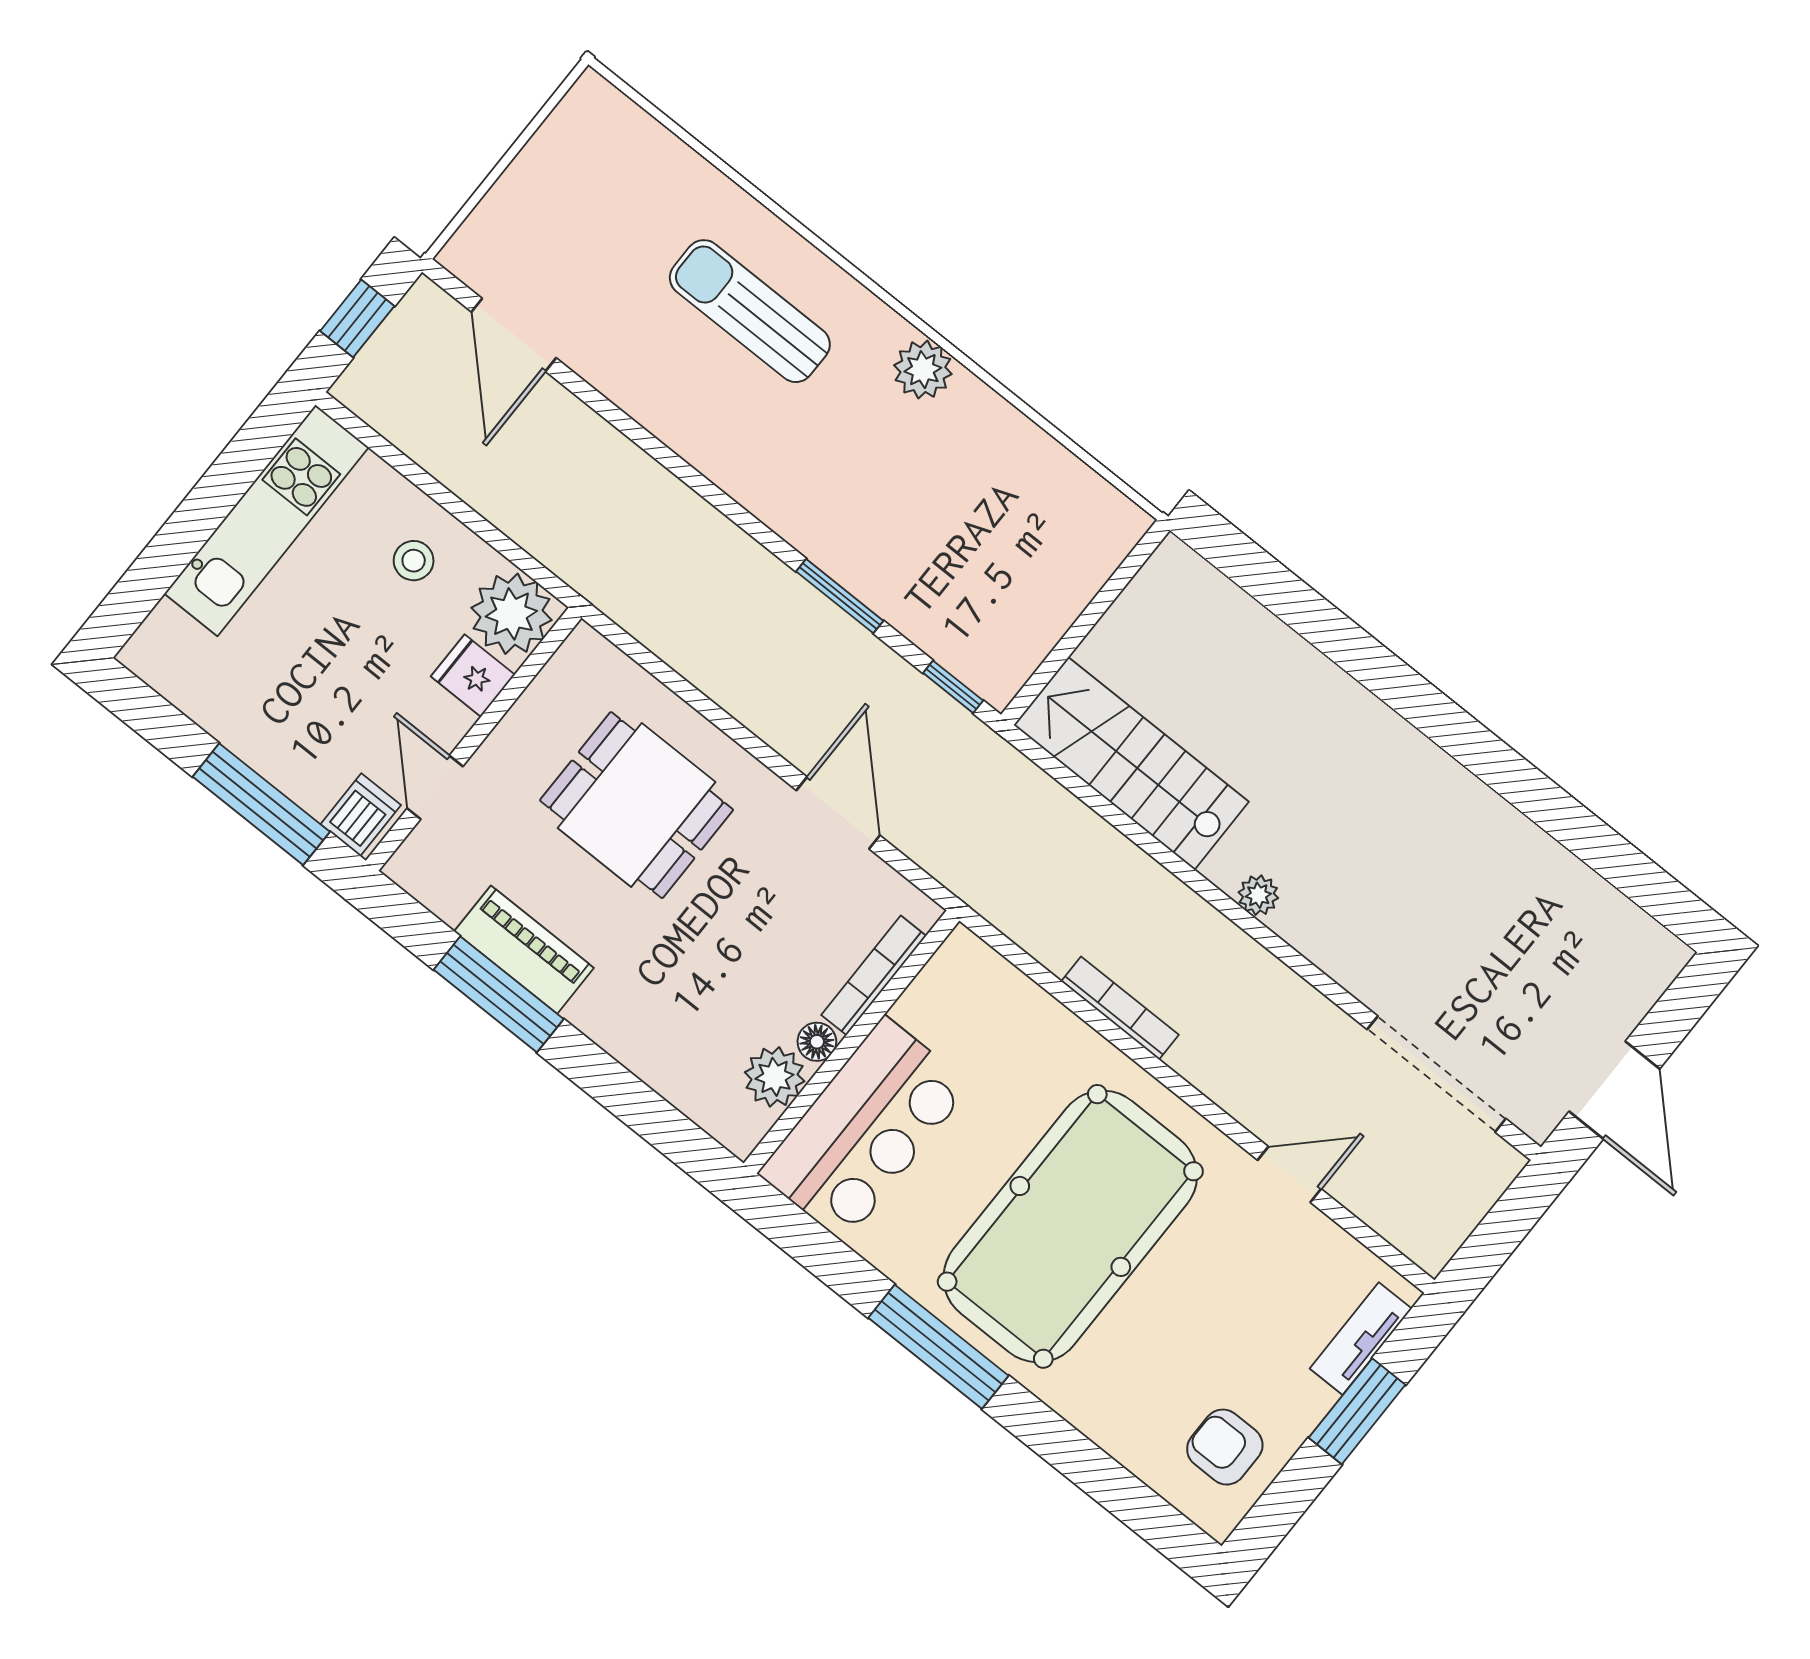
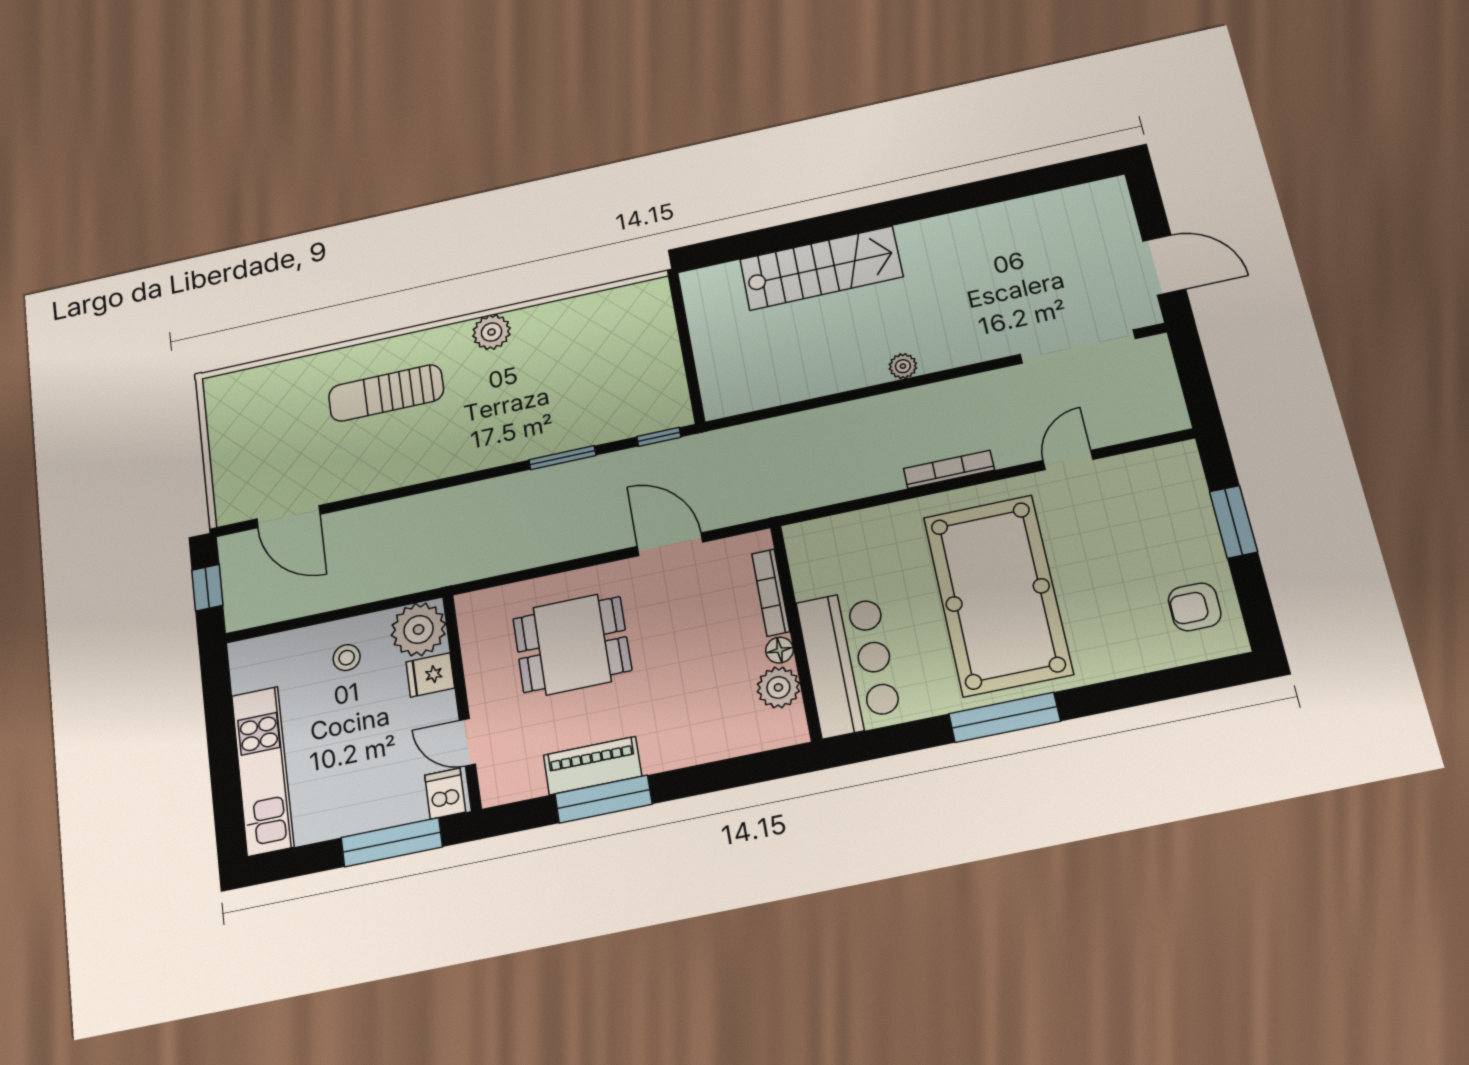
kitchen unit: (266, 520) -> (263, 771), moved
stairs: (1131, 763) -> (821, 268), moved, turned 180
bookcase: (1120, 1008) -> (949, 469), moved
tv unit: (1361, 1339) -> (1193, 490), removed

